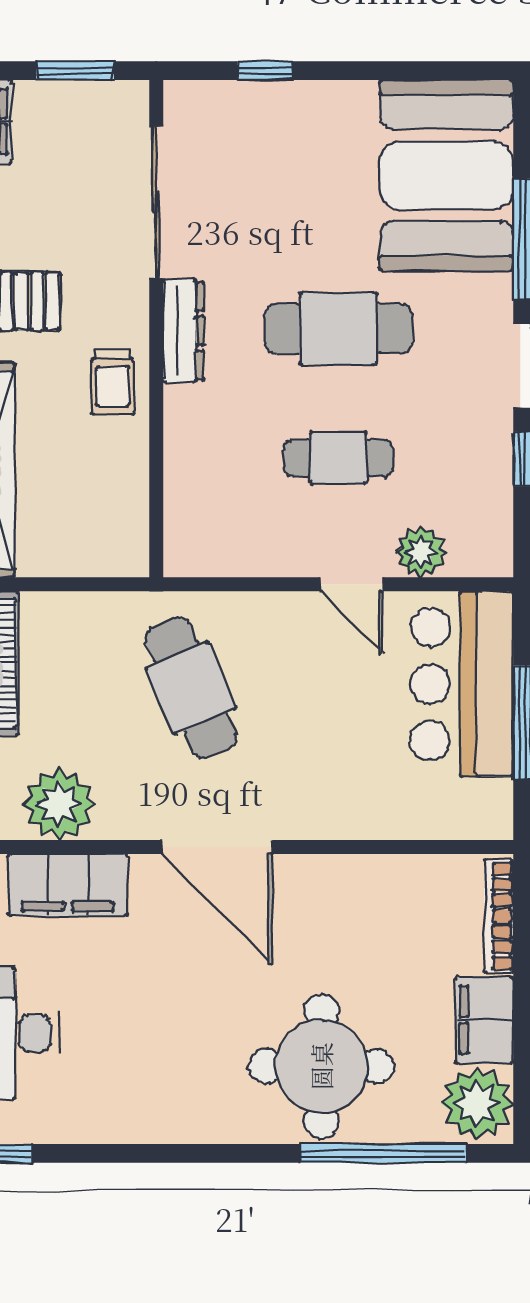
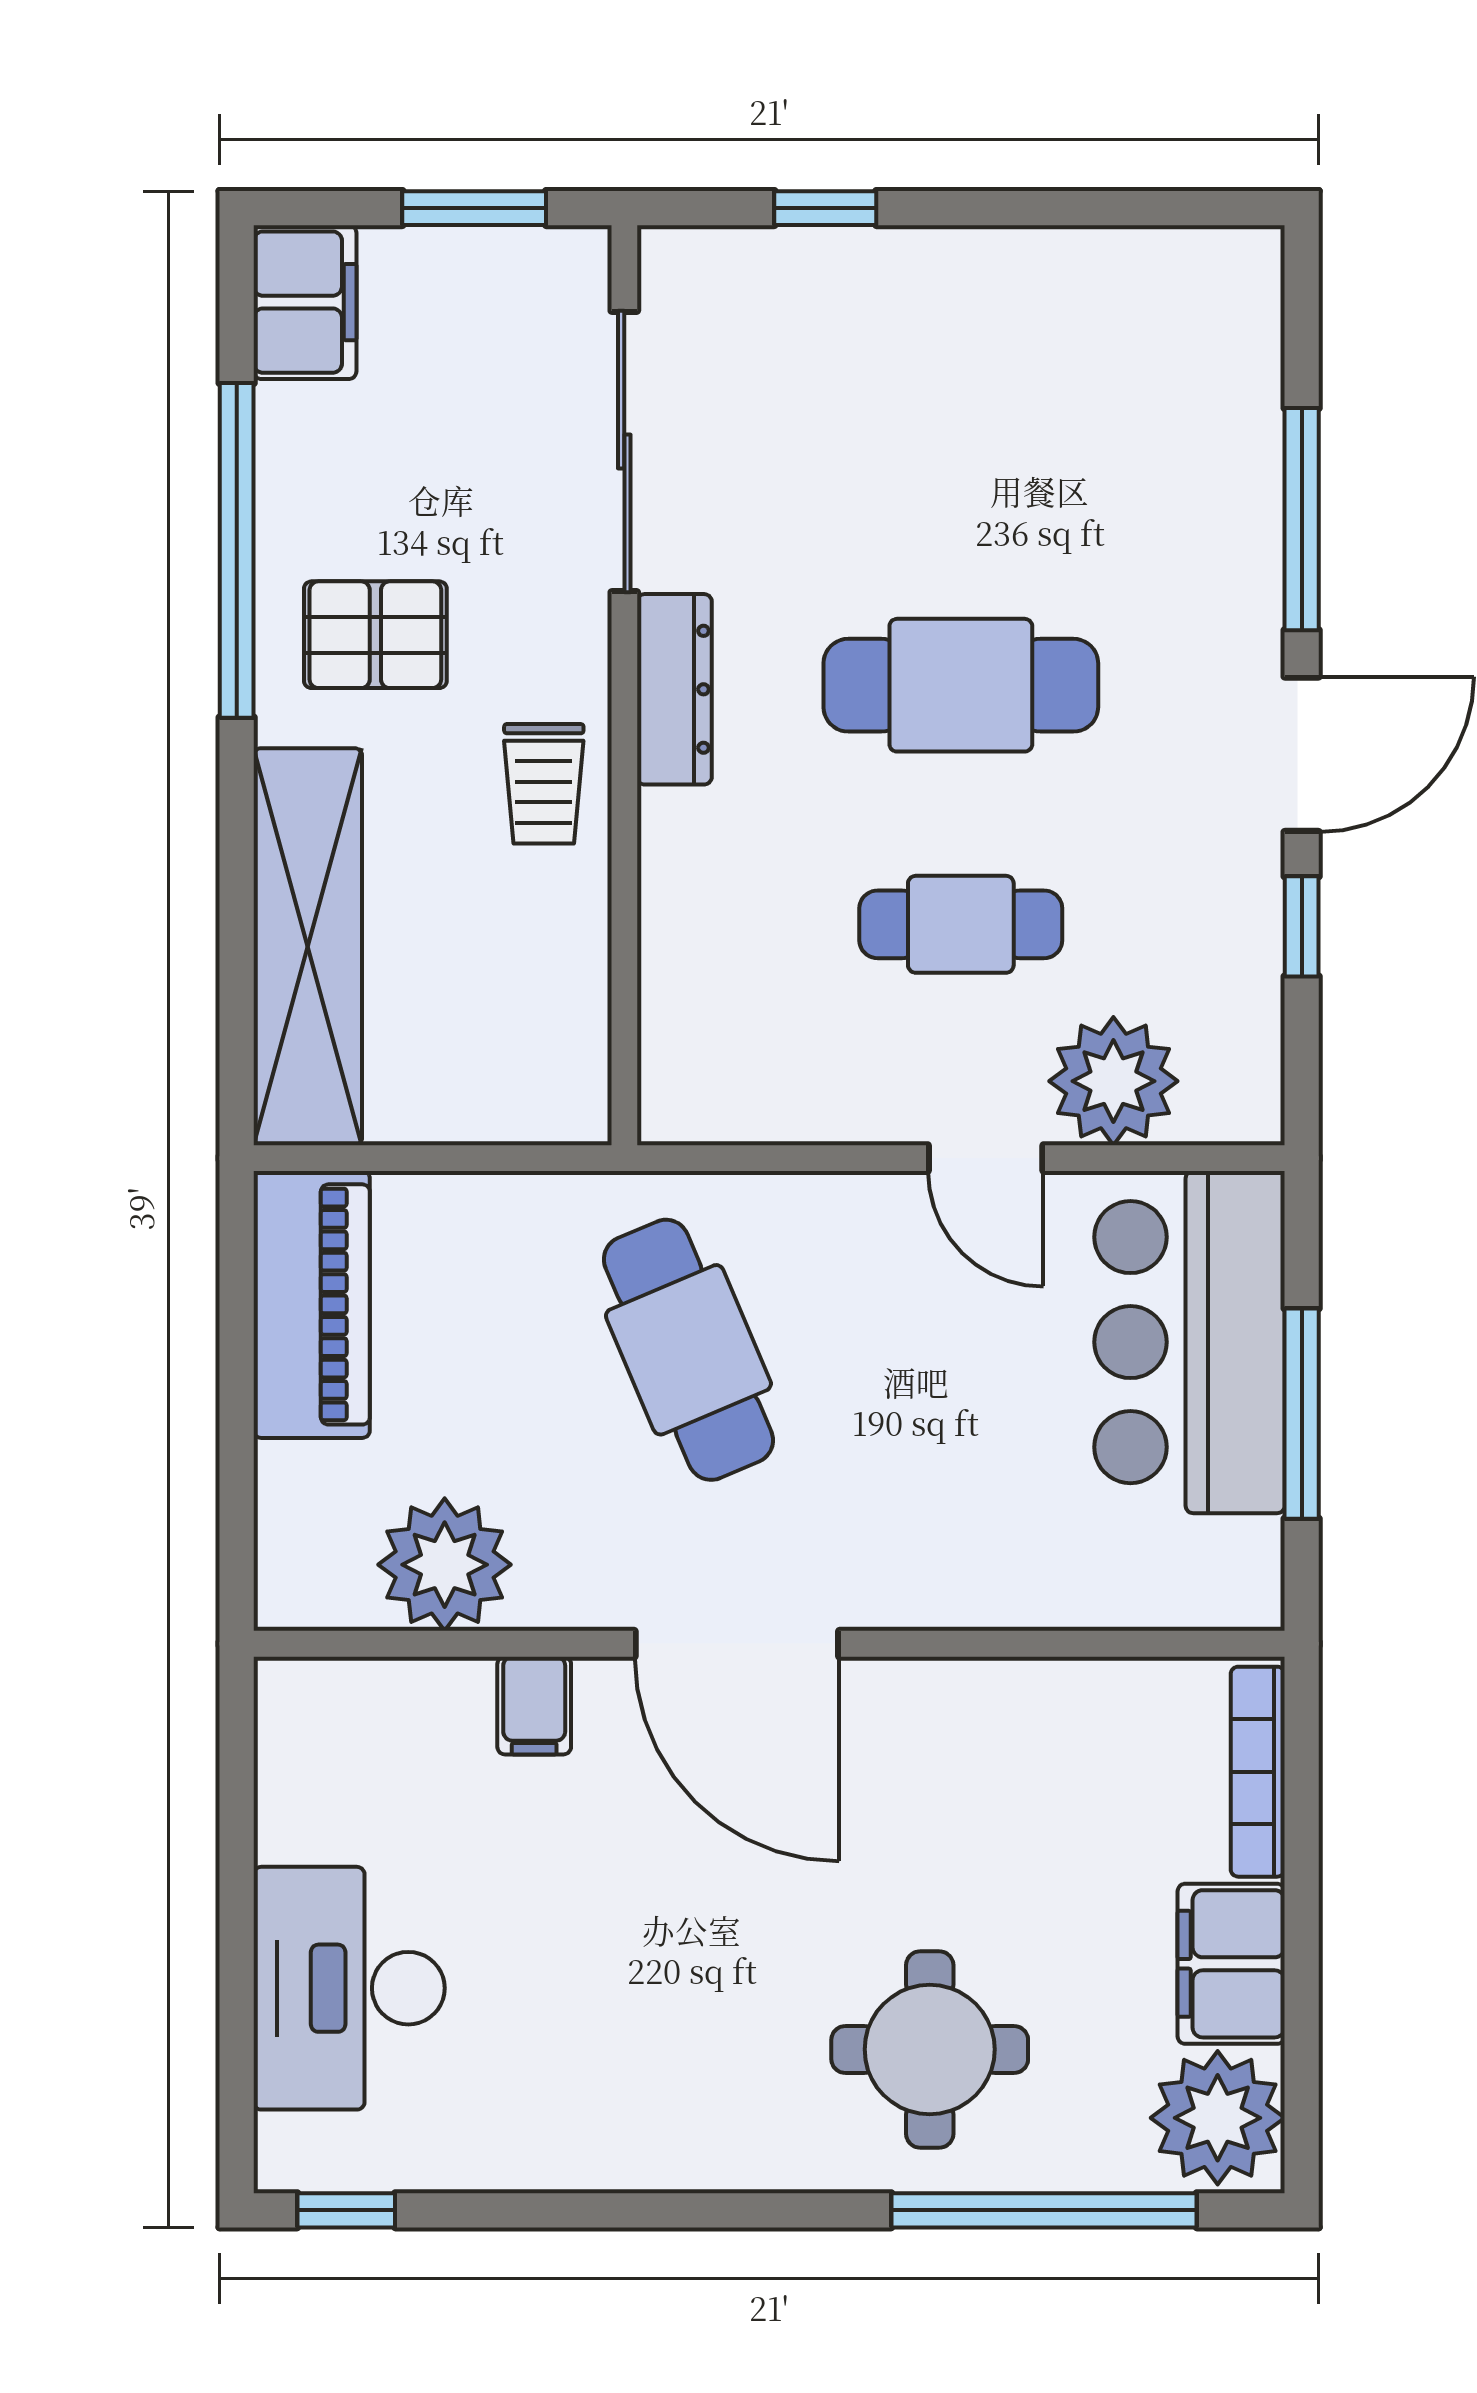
booth: (446, 175) -> (1161, 402), removed
plant: (421, 552) -> (1113, 1081), width x1.36, depth x1.36
filing cabinet: (68, 885) -> (534, 1706), width x0.33, depth x0.86
round table: (321, 1066) -> (930, 2049), width x0.73, depth x0.73

